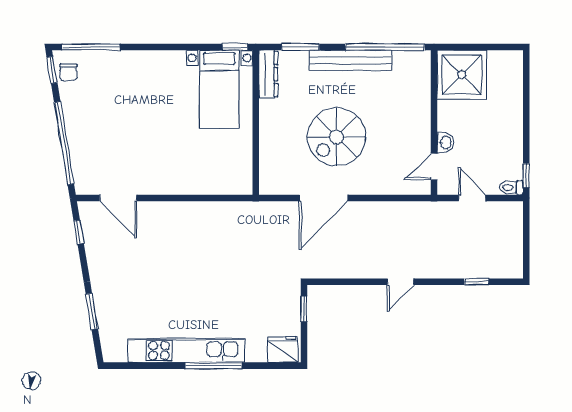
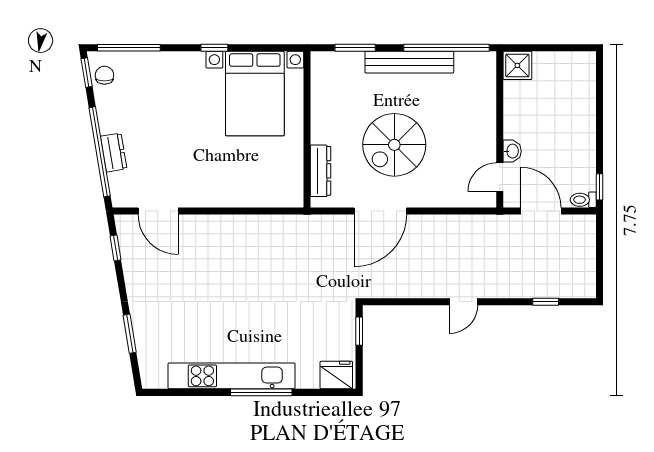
window: (235, 47) -> (214, 48), moved
chair: (68, 72) -> (104, 75), turned 180
dresser: (268, 74) -> (321, 171), moved
shower: (462, 75) -> (517, 65), width x0.54, depth x0.54
bed with nightstands: (220, 89) -> (255, 94), width x1.36
dresser: (77, 144) -> (114, 153), added
door: (472, 198) -> (541, 211), width x1.38

